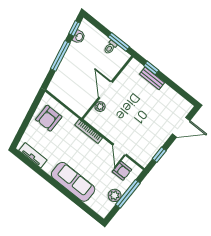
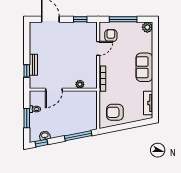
window: (119, 42) -> (27, 118), moved
window: (60, 56) -> (78, 136), moved
door: (106, 90) -> (54, 90), moved
armchair: (49, 118) -> (115, 112), turned 180
sofa: (73, 182) -> (144, 67), width x0.73
plant: (115, 195) -> (147, 27), moved

